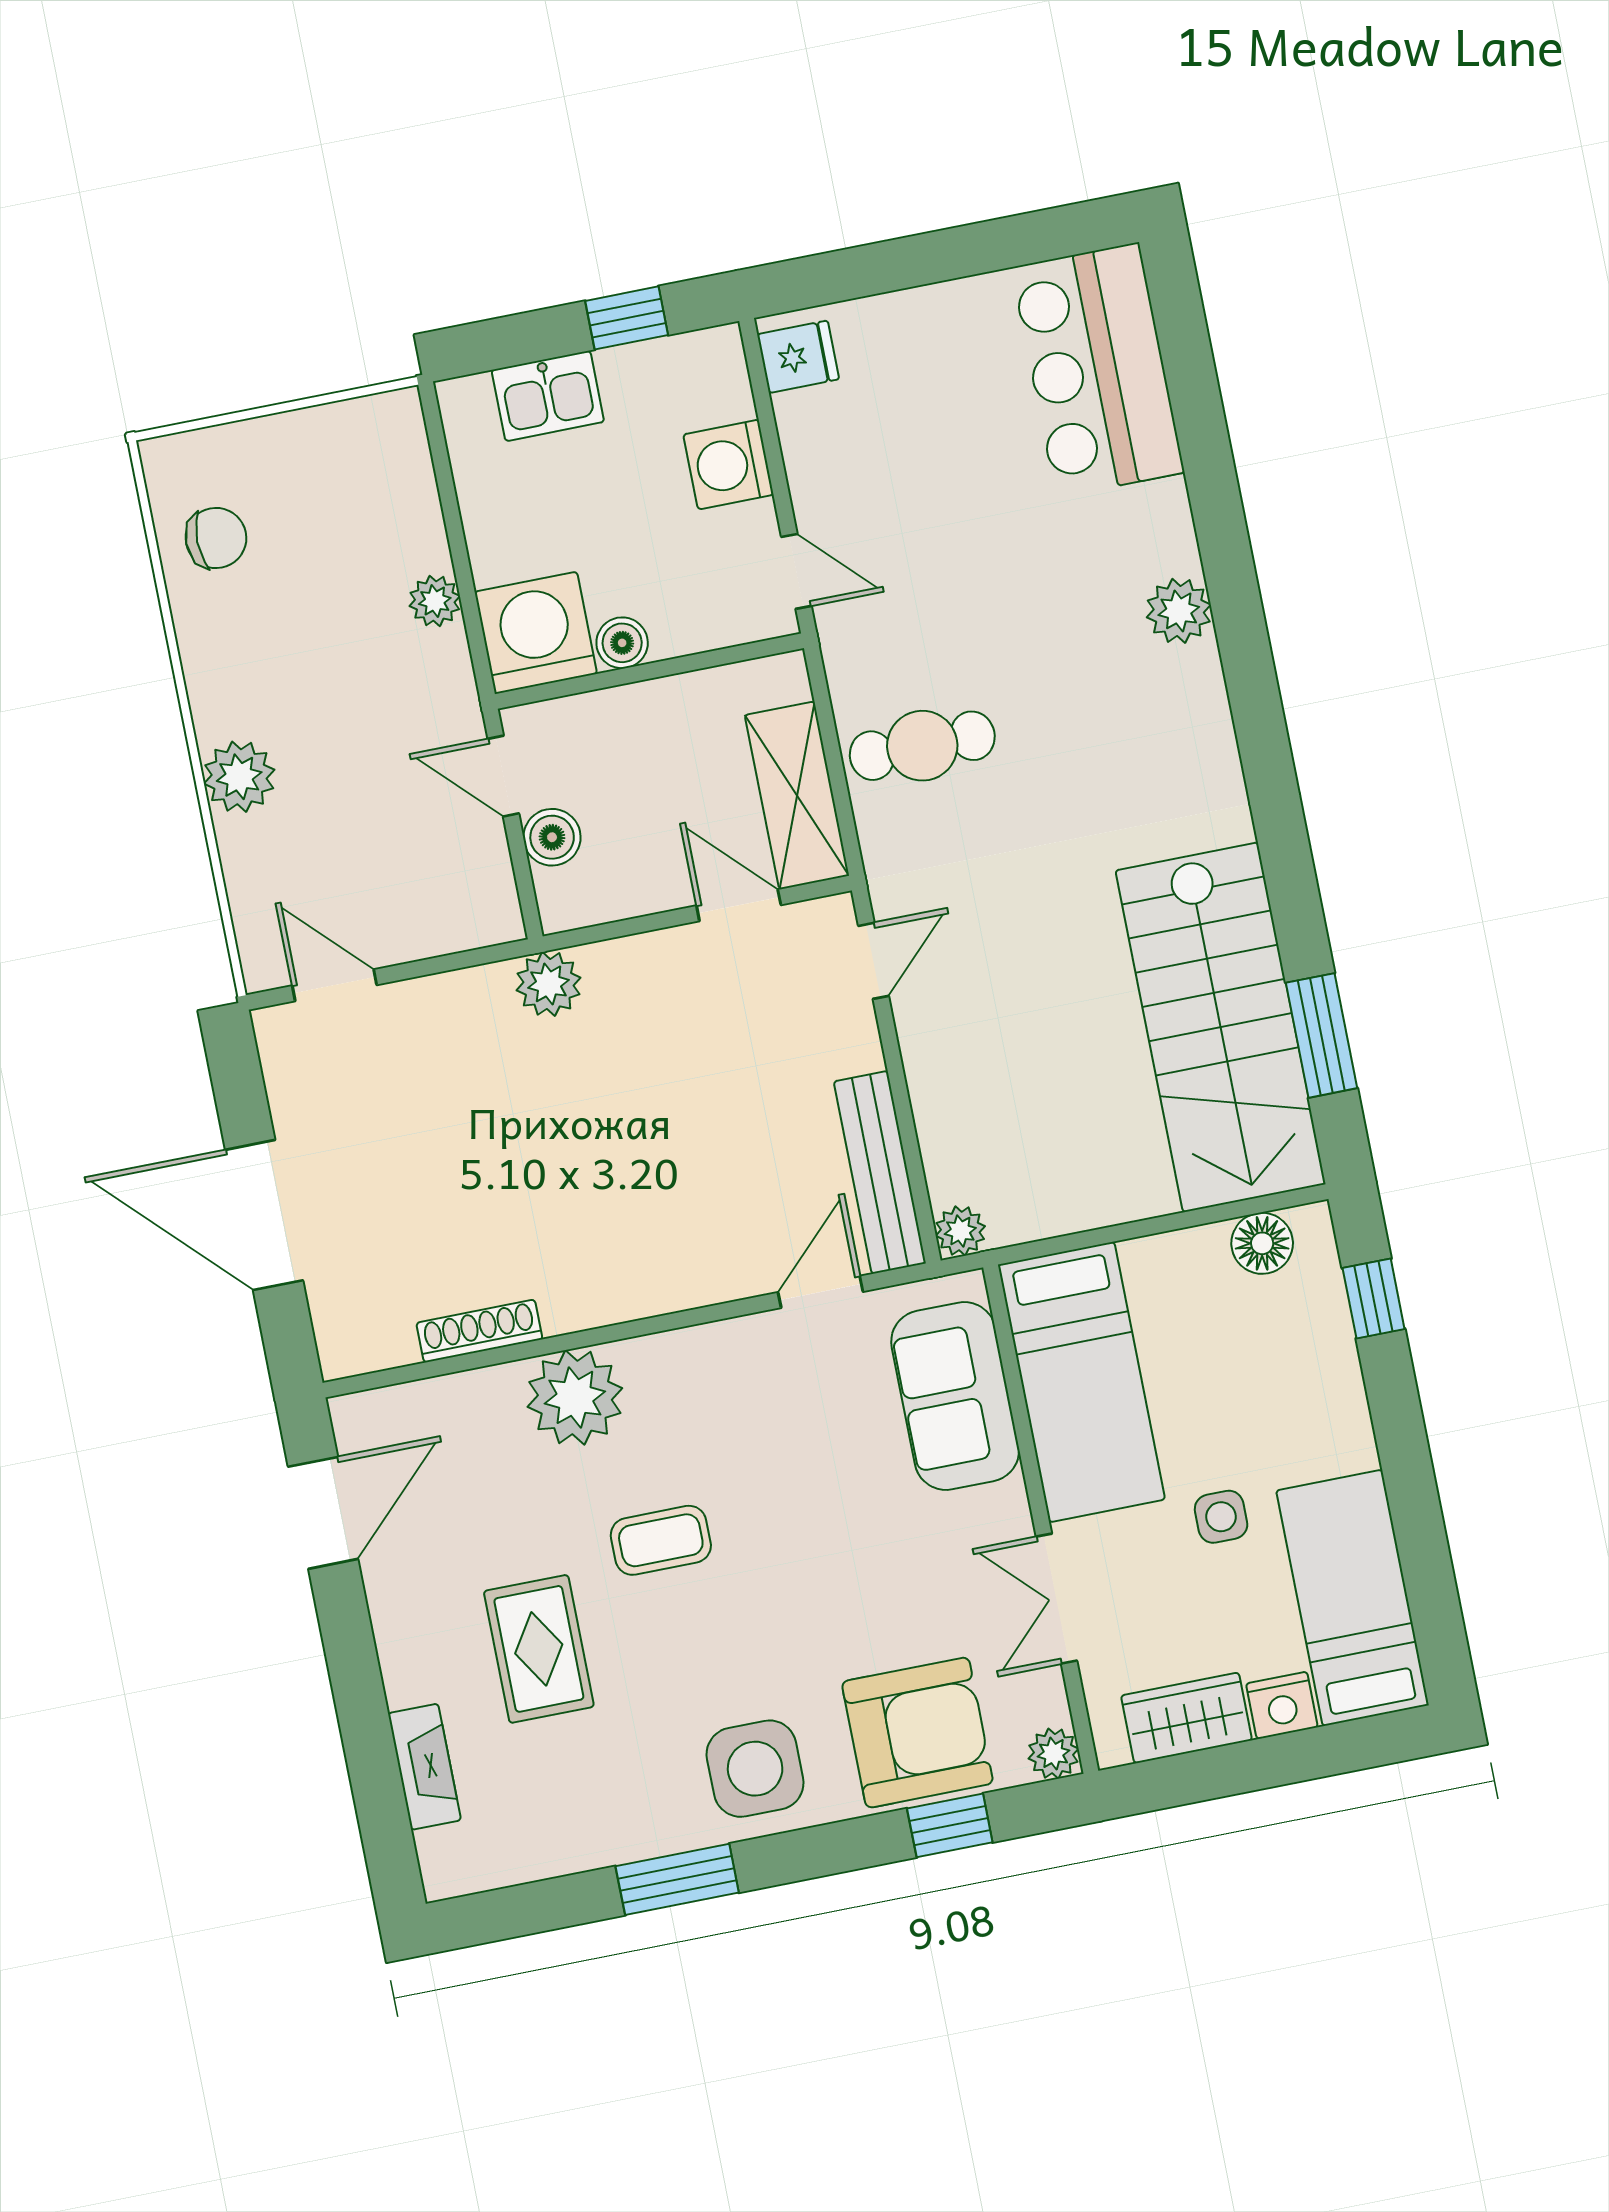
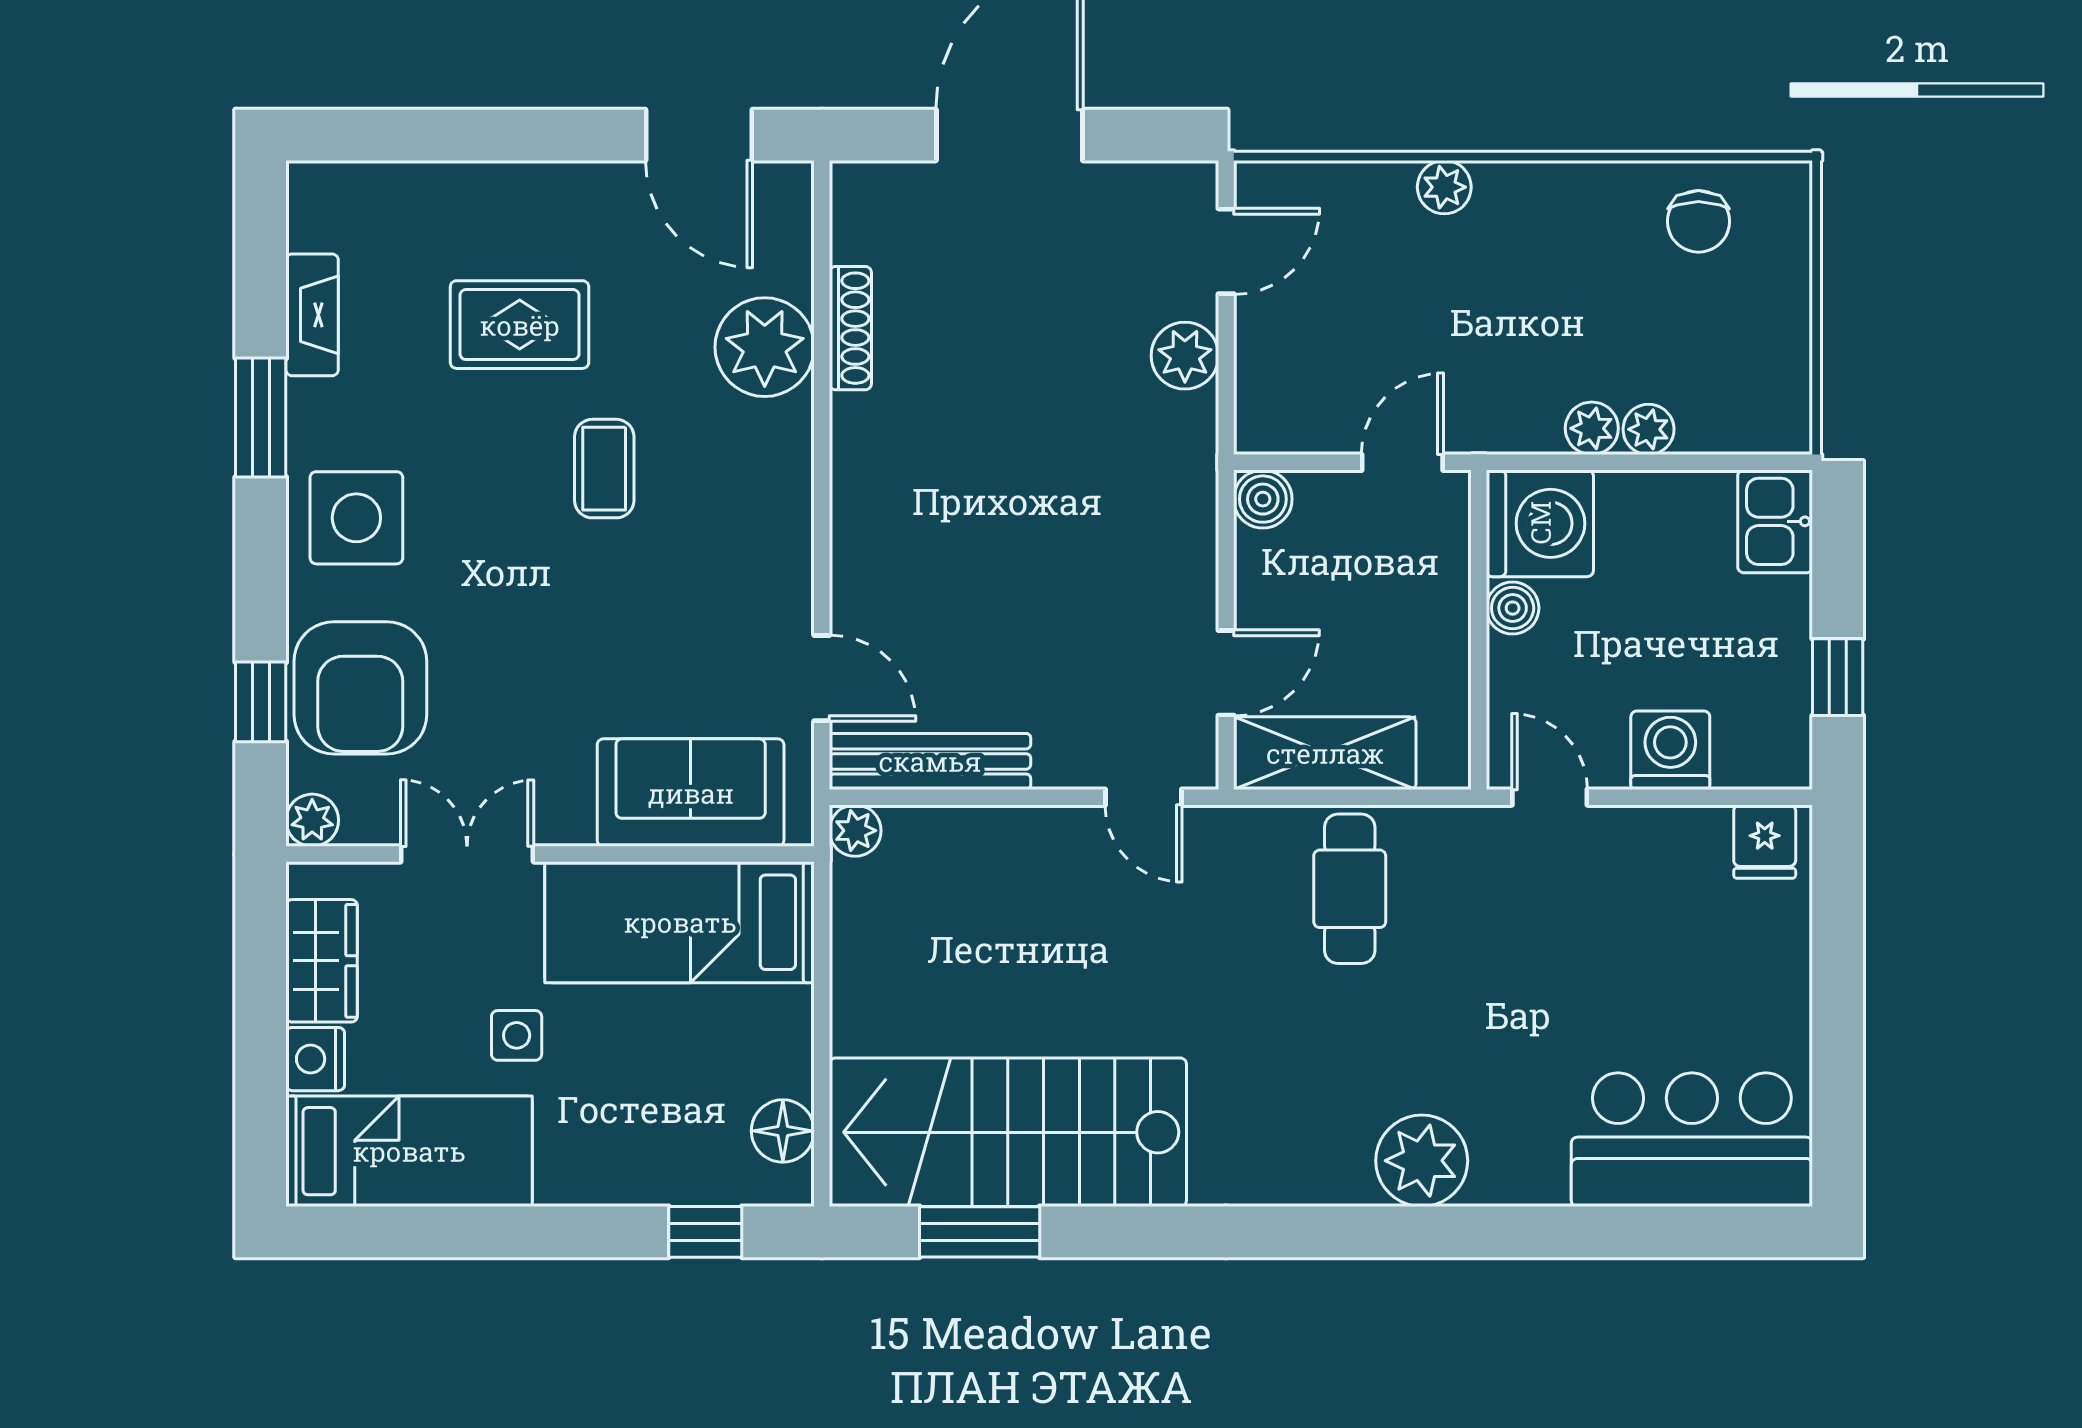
kitchen sink: (548, 396) -> (1775, 521), moved
plant: (425, 546) -> (1649, 429), added
door: (796, 571) -> (1550, 797), swing flipped
plant: (1179, 611) -> (1422, 1161), width x1.36, depth x1.36
plant: (239, 777) -> (1444, 187), width x0.73, depth x0.73
boiler: (552, 837) -> (1263, 499), moved
plant: (549, 984) -> (1185, 356), moved
plant: (575, 1397) -> (765, 347), moved
fireplace: (424, 1767) -> (312, 315), moved, turned -90

